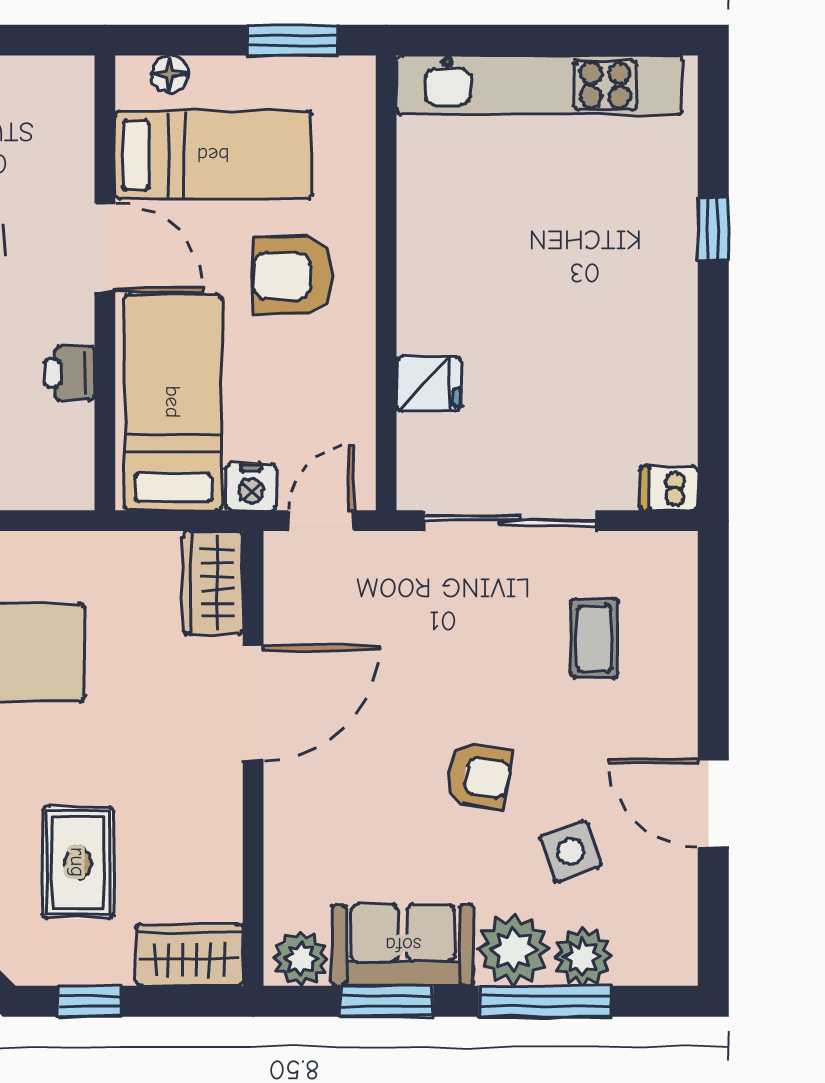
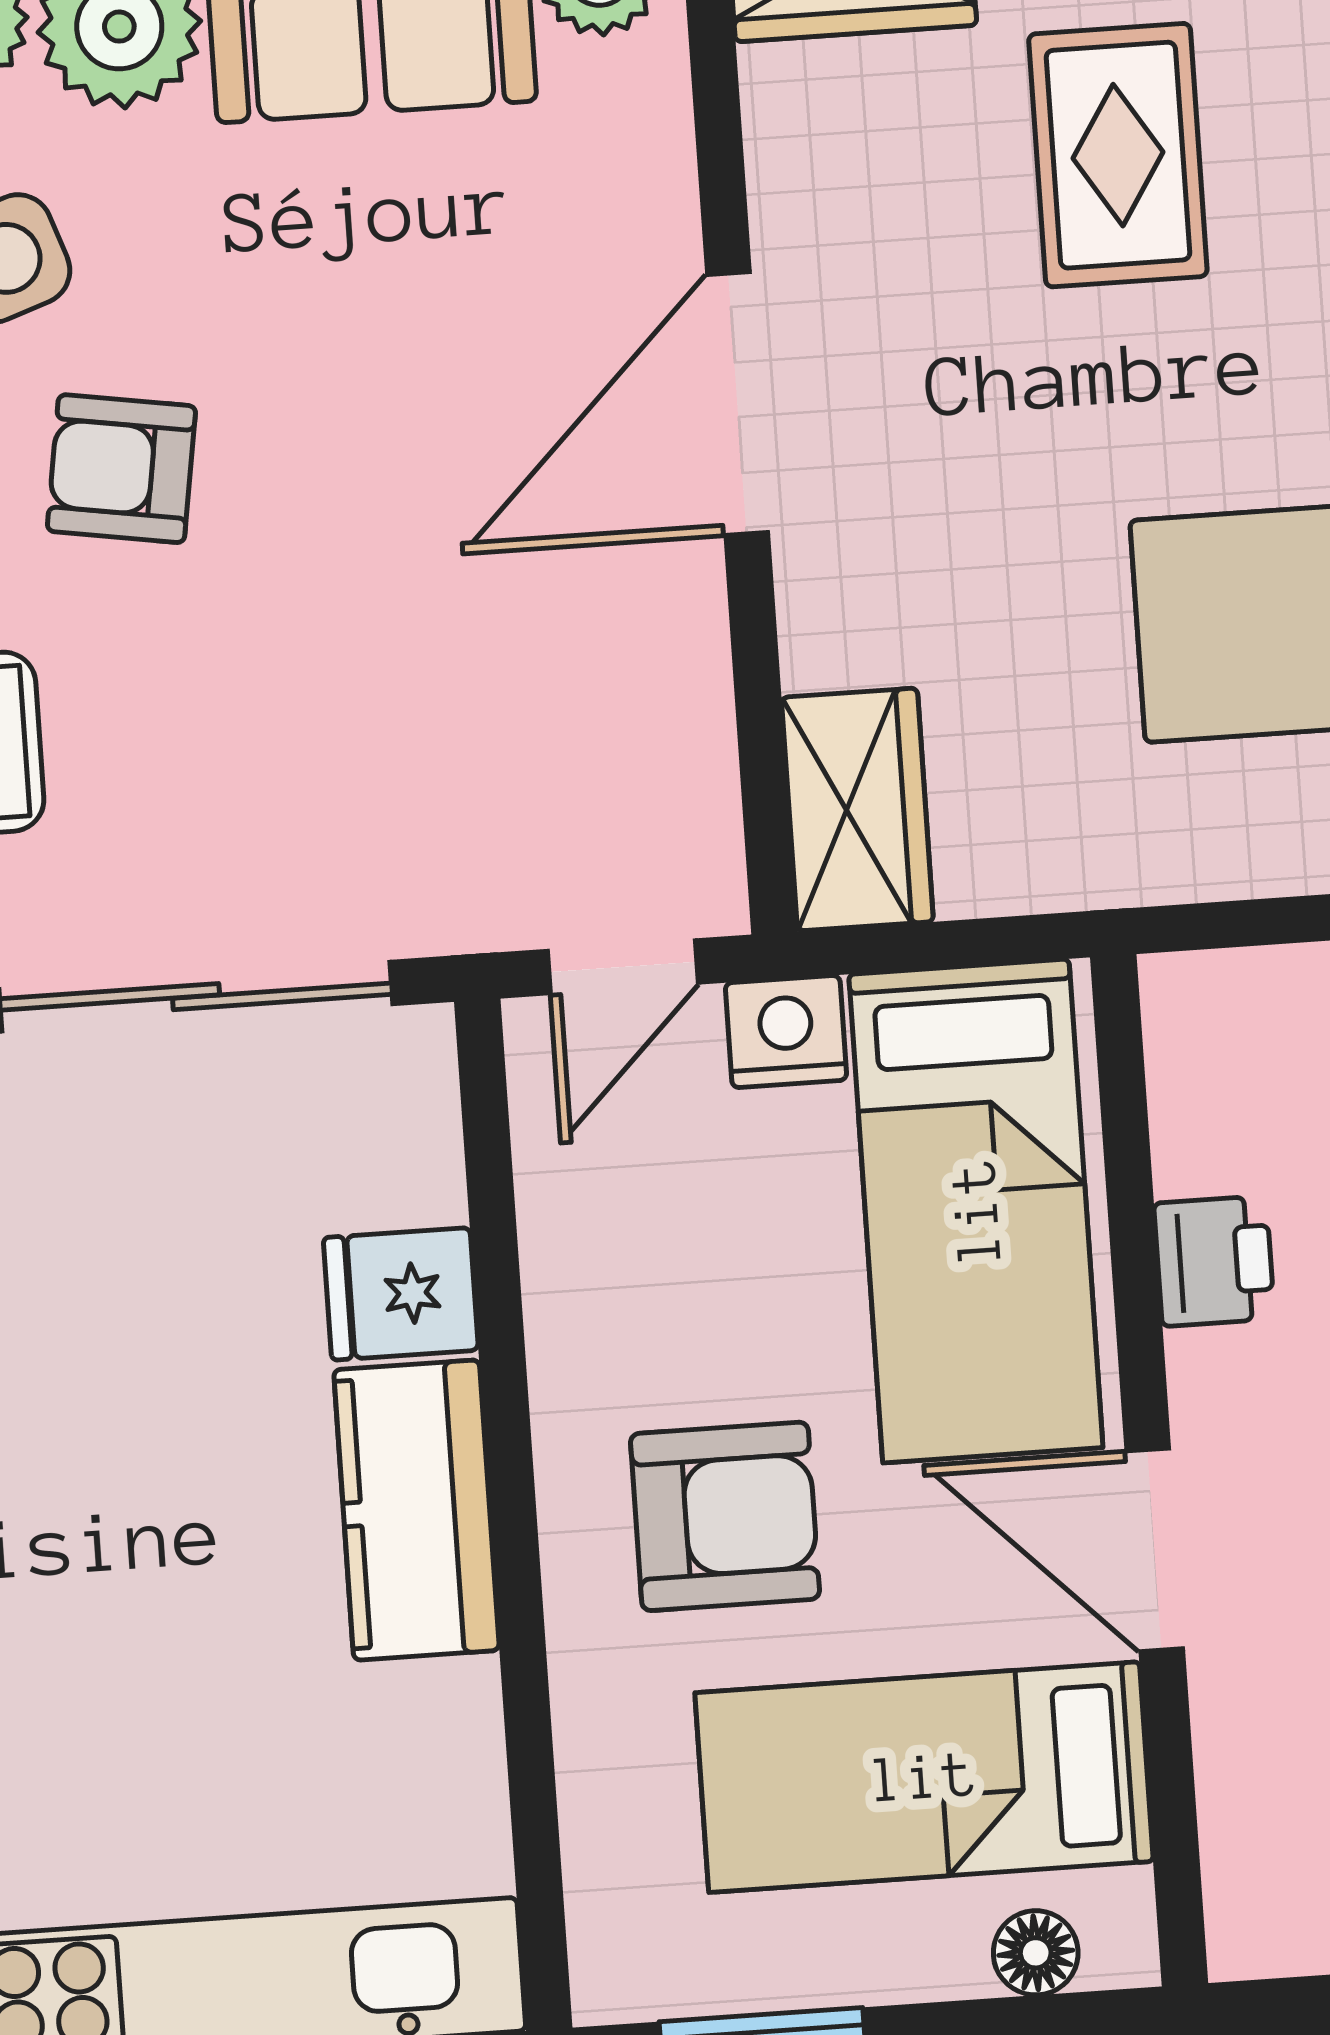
kitchen counter: (428, 288) -> (416, 1510), added
door: (253, 703) -> (738, 404), moved
armchair: (478, 776) -> (121, 469), moved

